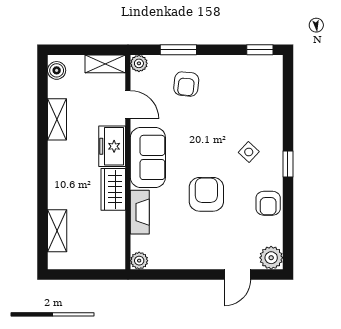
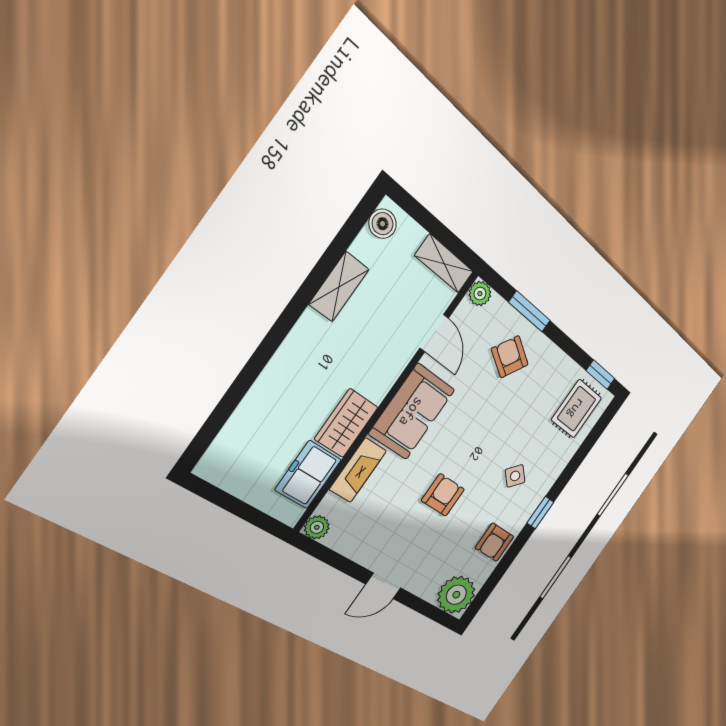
rug: (260, 82) -> (576, 409), added
armchair: (186, 84) -> (510, 357), turned 115
freezer: (112, 146) -> (308, 475), moved
armchair: (206, 194) -> (443, 495), width x0.72, depth x0.72
shelving: (57, 231) -> (239, 430), removed
plant: (271, 258) -> (456, 595), width x1.36, depth x1.36
door: (237, 275) -> (383, 586), moved

